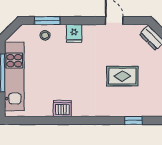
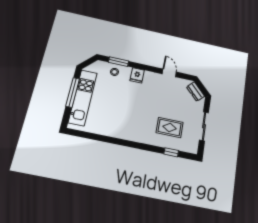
rug: (122, 76) -> (170, 127), moved
dishwasher: (62, 109) -> (116, 131), removed

